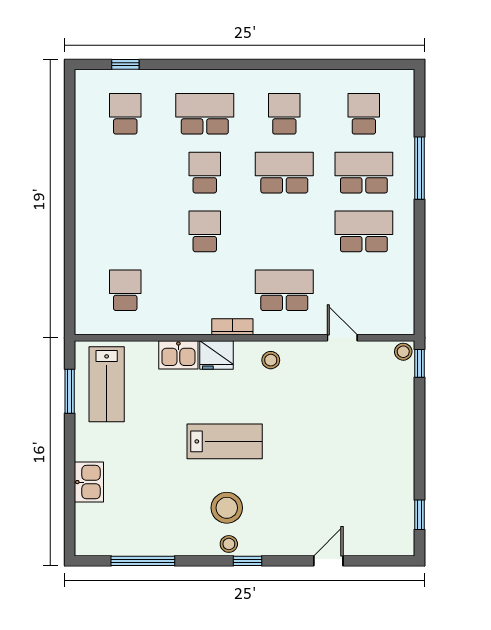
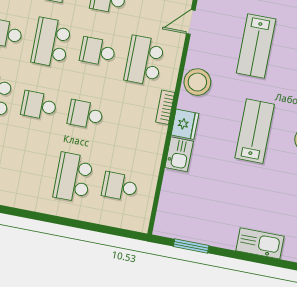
school desk: (125, 231) -> (73, 177), added
school desk: (284, 231) -> (98, 52), added
stool: (271, 360) -> (197, 82), width x1.89, depth x1.89
lab bench: (107, 384) -> (256, 46), moved, turned 90
kitchen sink: (89, 482) -> (260, 243), width x1.38

